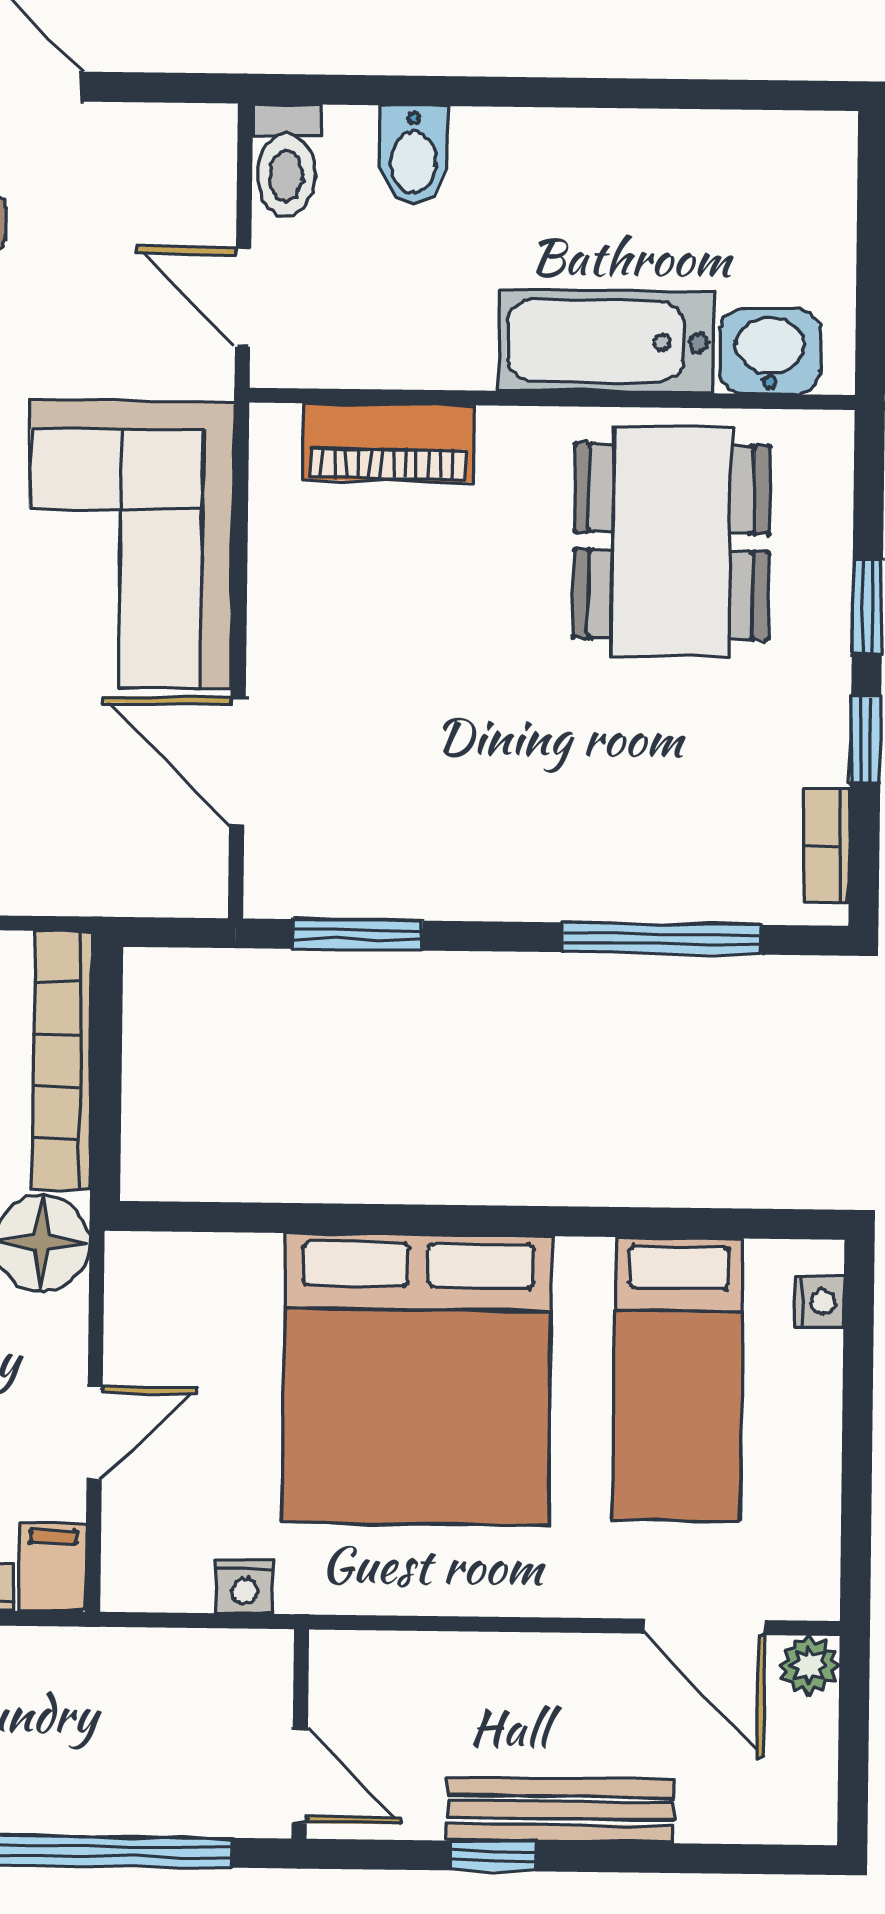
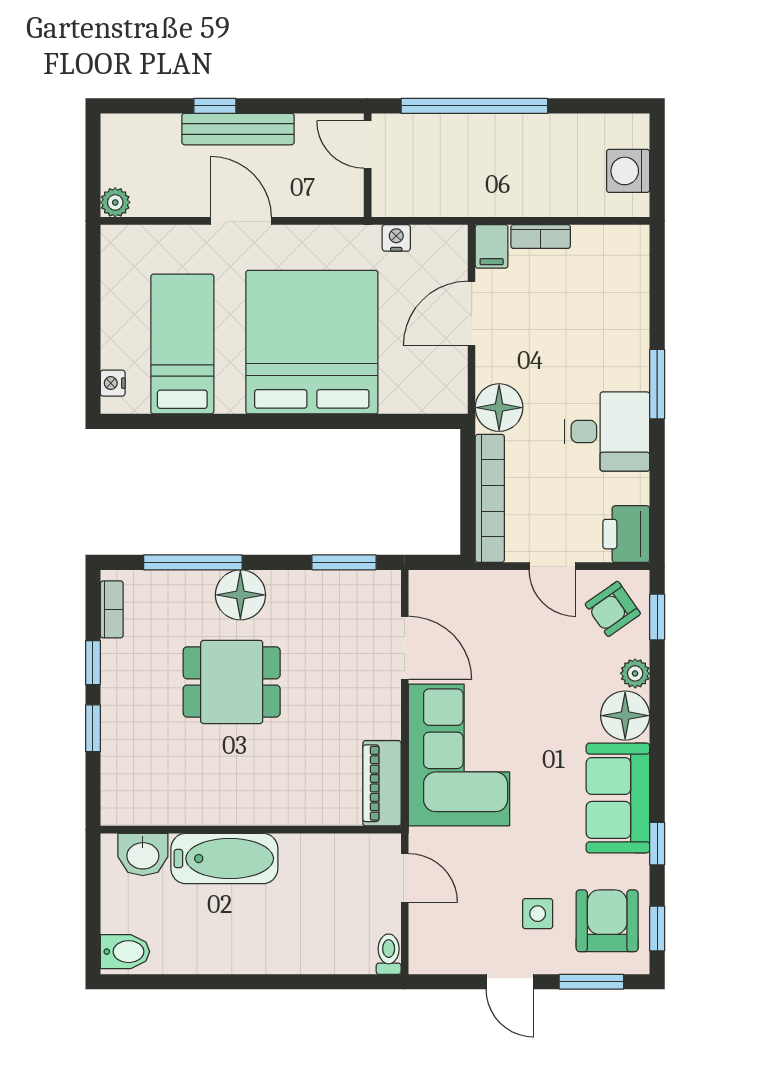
bidet: (413, 155) -> (125, 952), moved, turned 90
toilet: (286, 160) -> (389, 954), width x0.73, depth x0.72
piano: (388, 443) -> (382, 783), moved, turned -90
dining table: (671, 542) -> (232, 682), moved, width x0.73
floor lamp: (567, 872) -> (240, 595), added
door: (95, 1433) -> (472, 313), width x1.38
door: (704, 1627) -> (241, 221), moved
window: (493, 1856) -> (215, 106), moved

